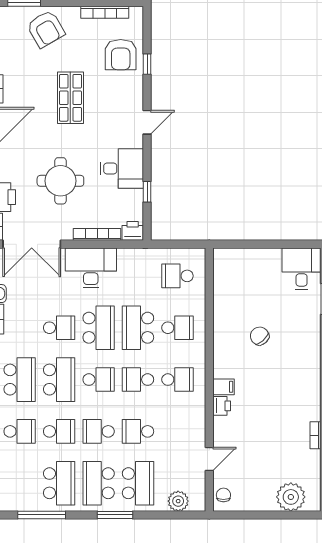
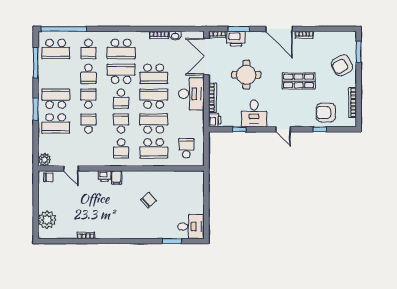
school desk: (59, 328) -> (154, 74), width x1.85
school desk: (99, 328) -> (154, 99), turned 180
school desk: (177, 328) -> (154, 148), width x1.85
school desk: (59, 380) -> (121, 74), turned 180
school desk: (59, 483) -> (56, 49), moved
plant: (178, 501) -> (44, 160), moved

